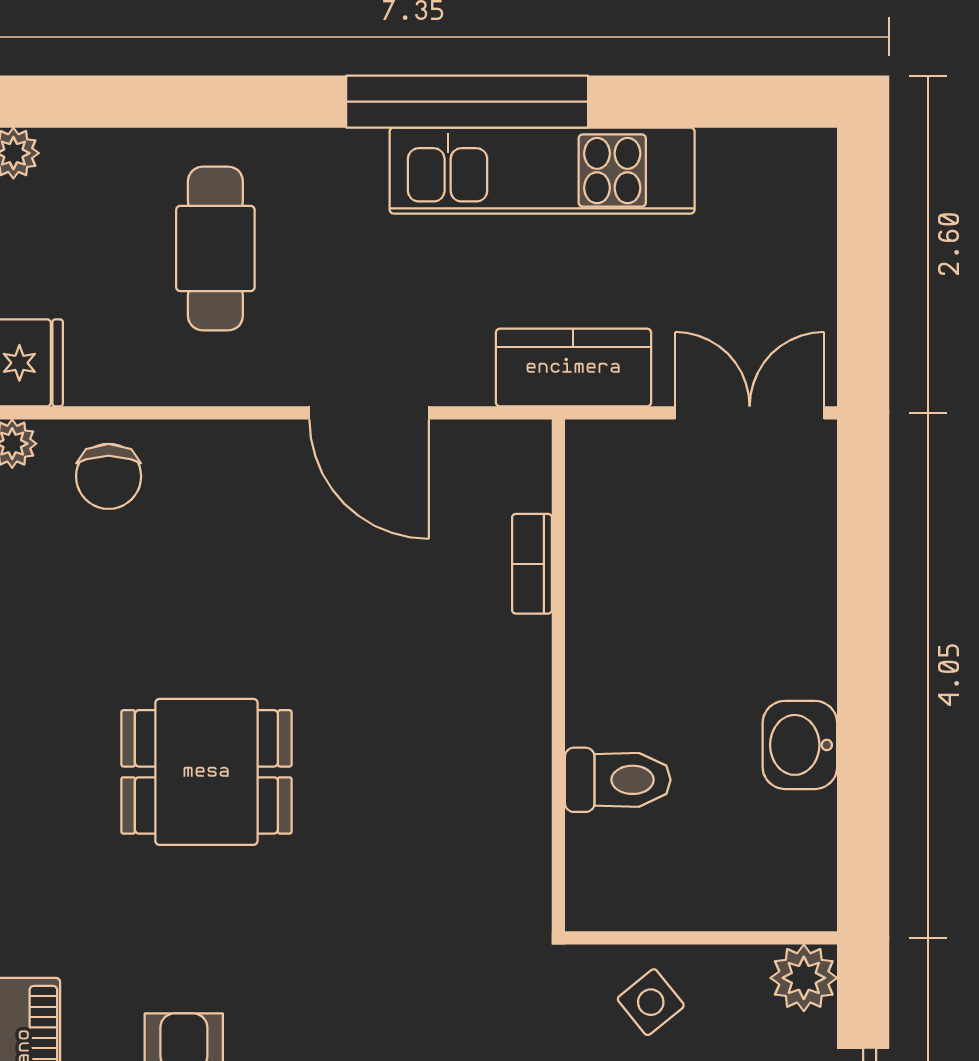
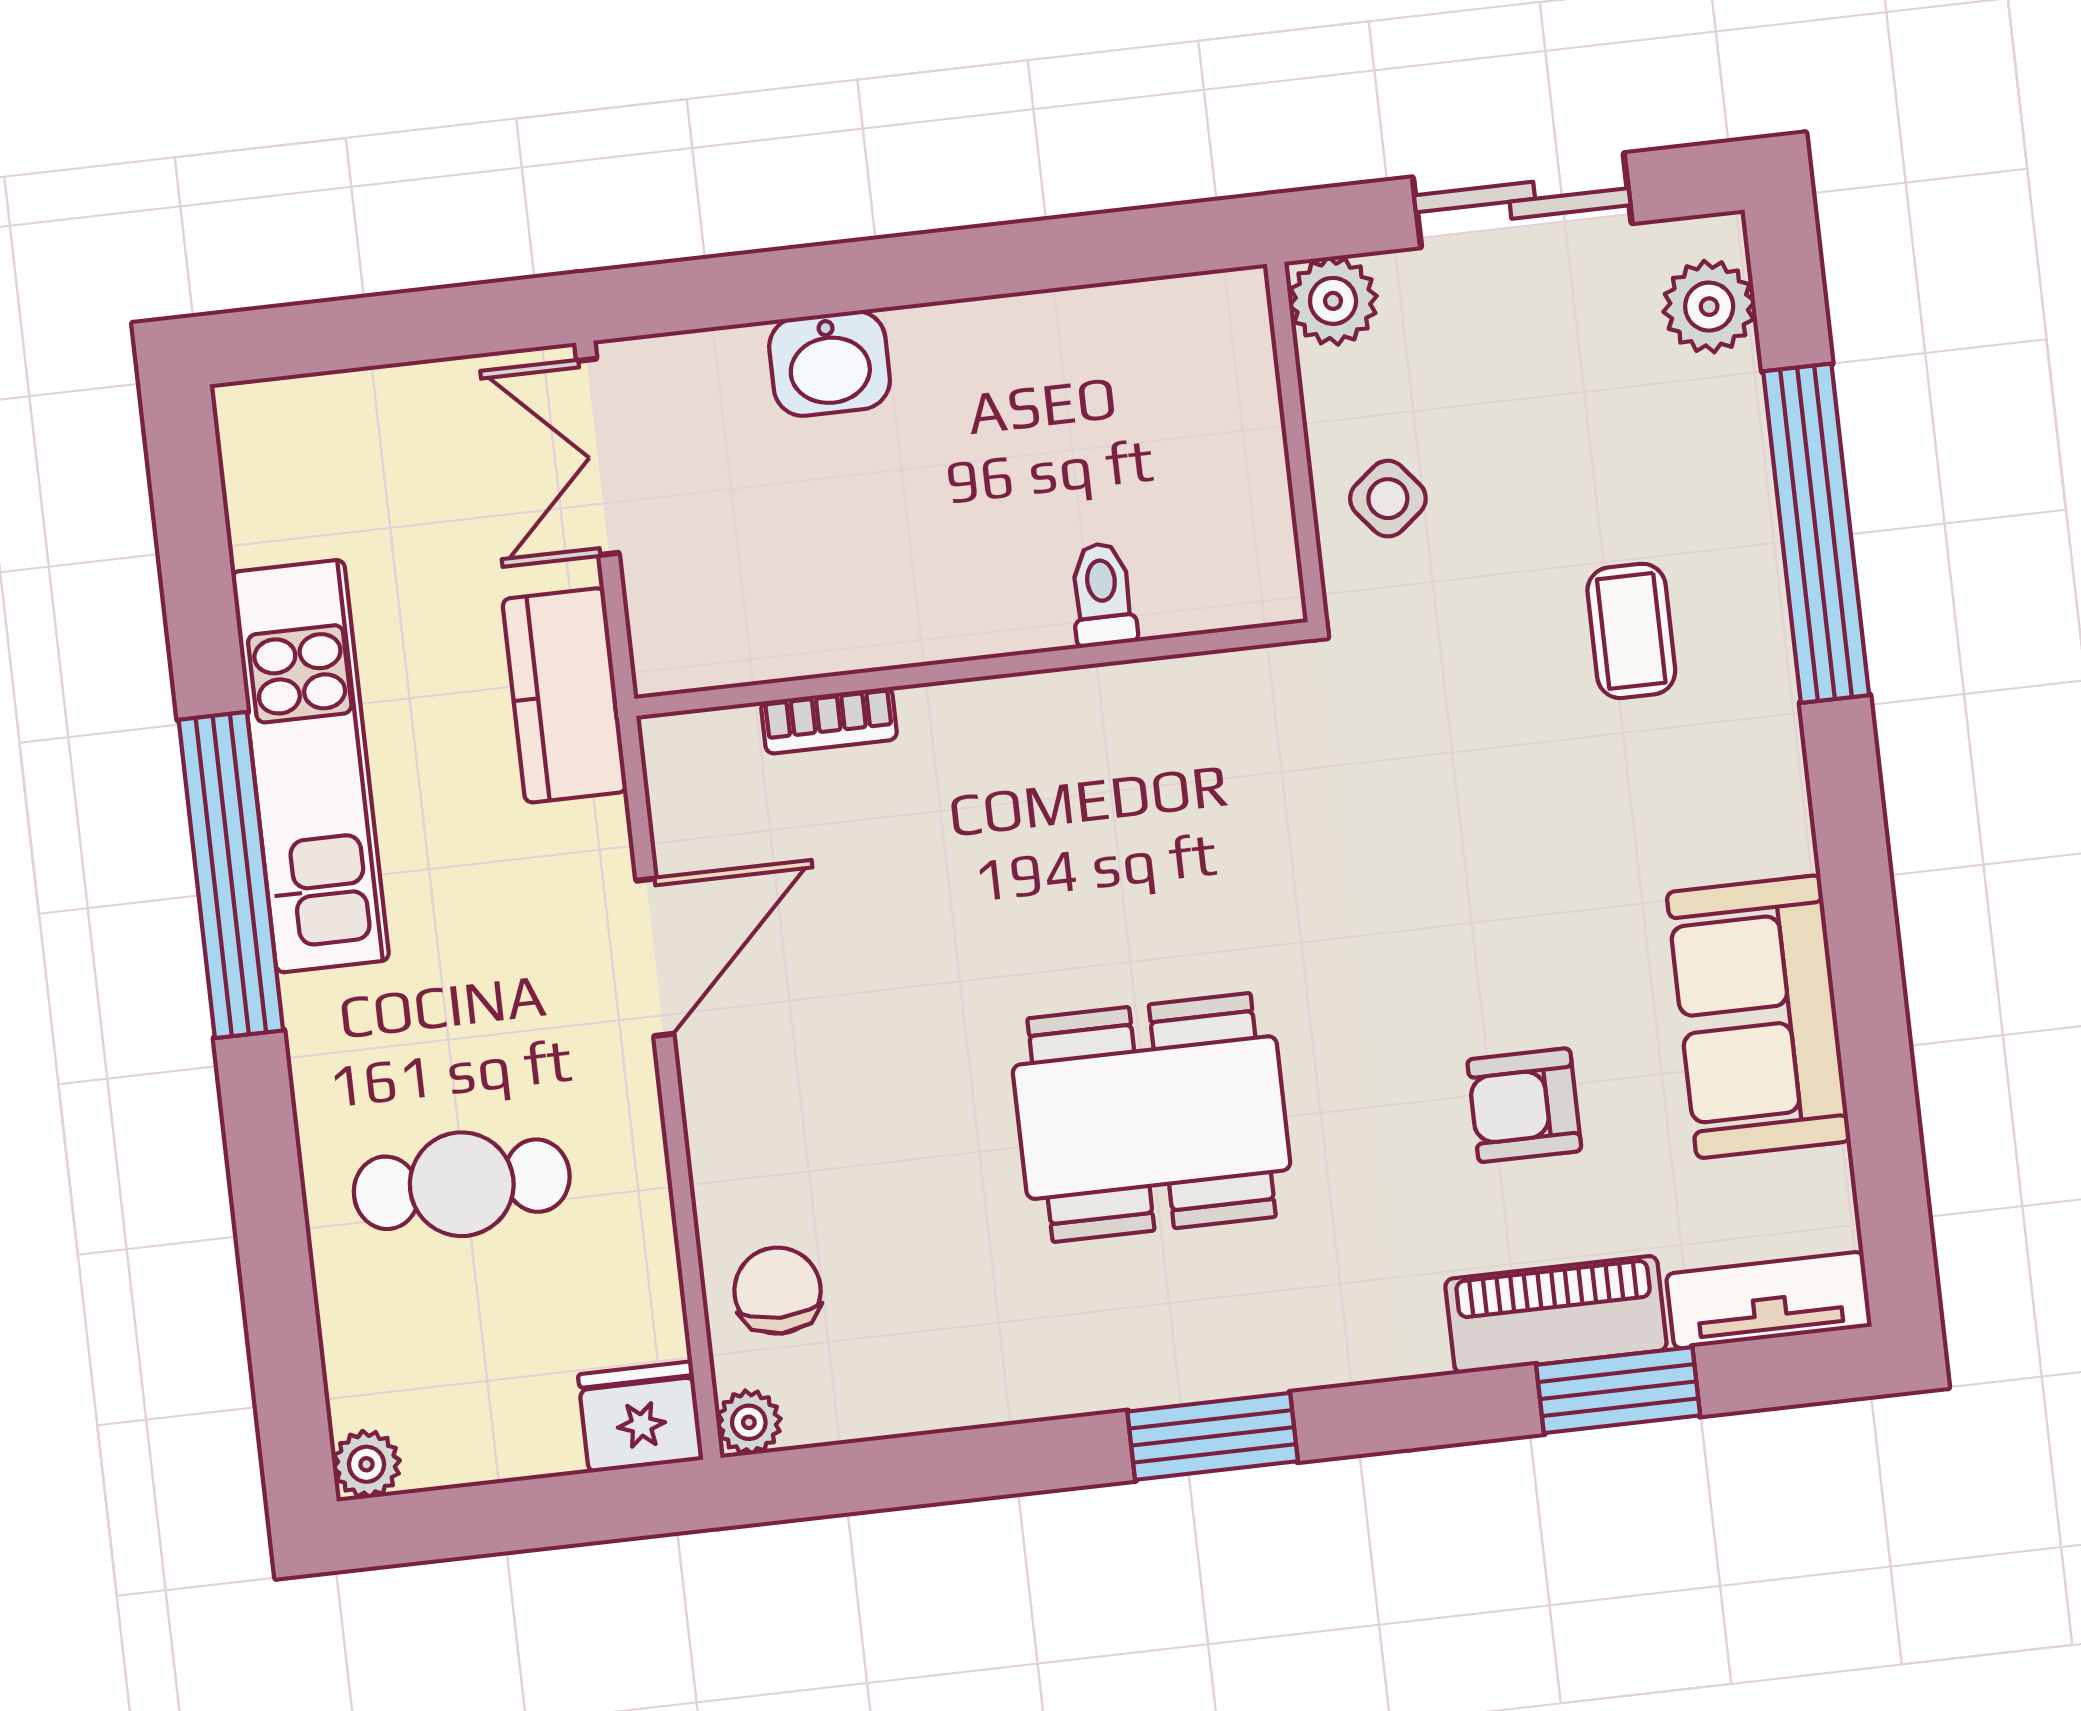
chair: (109, 476) -> (778, 1291), turned -90
washbasin: (800, 745) -> (830, 363), moved
dining table: (206, 772) -> (1152, 1118), width x1.38
toilet: (618, 780) -> (1103, 595), width x0.73, depth x0.72

